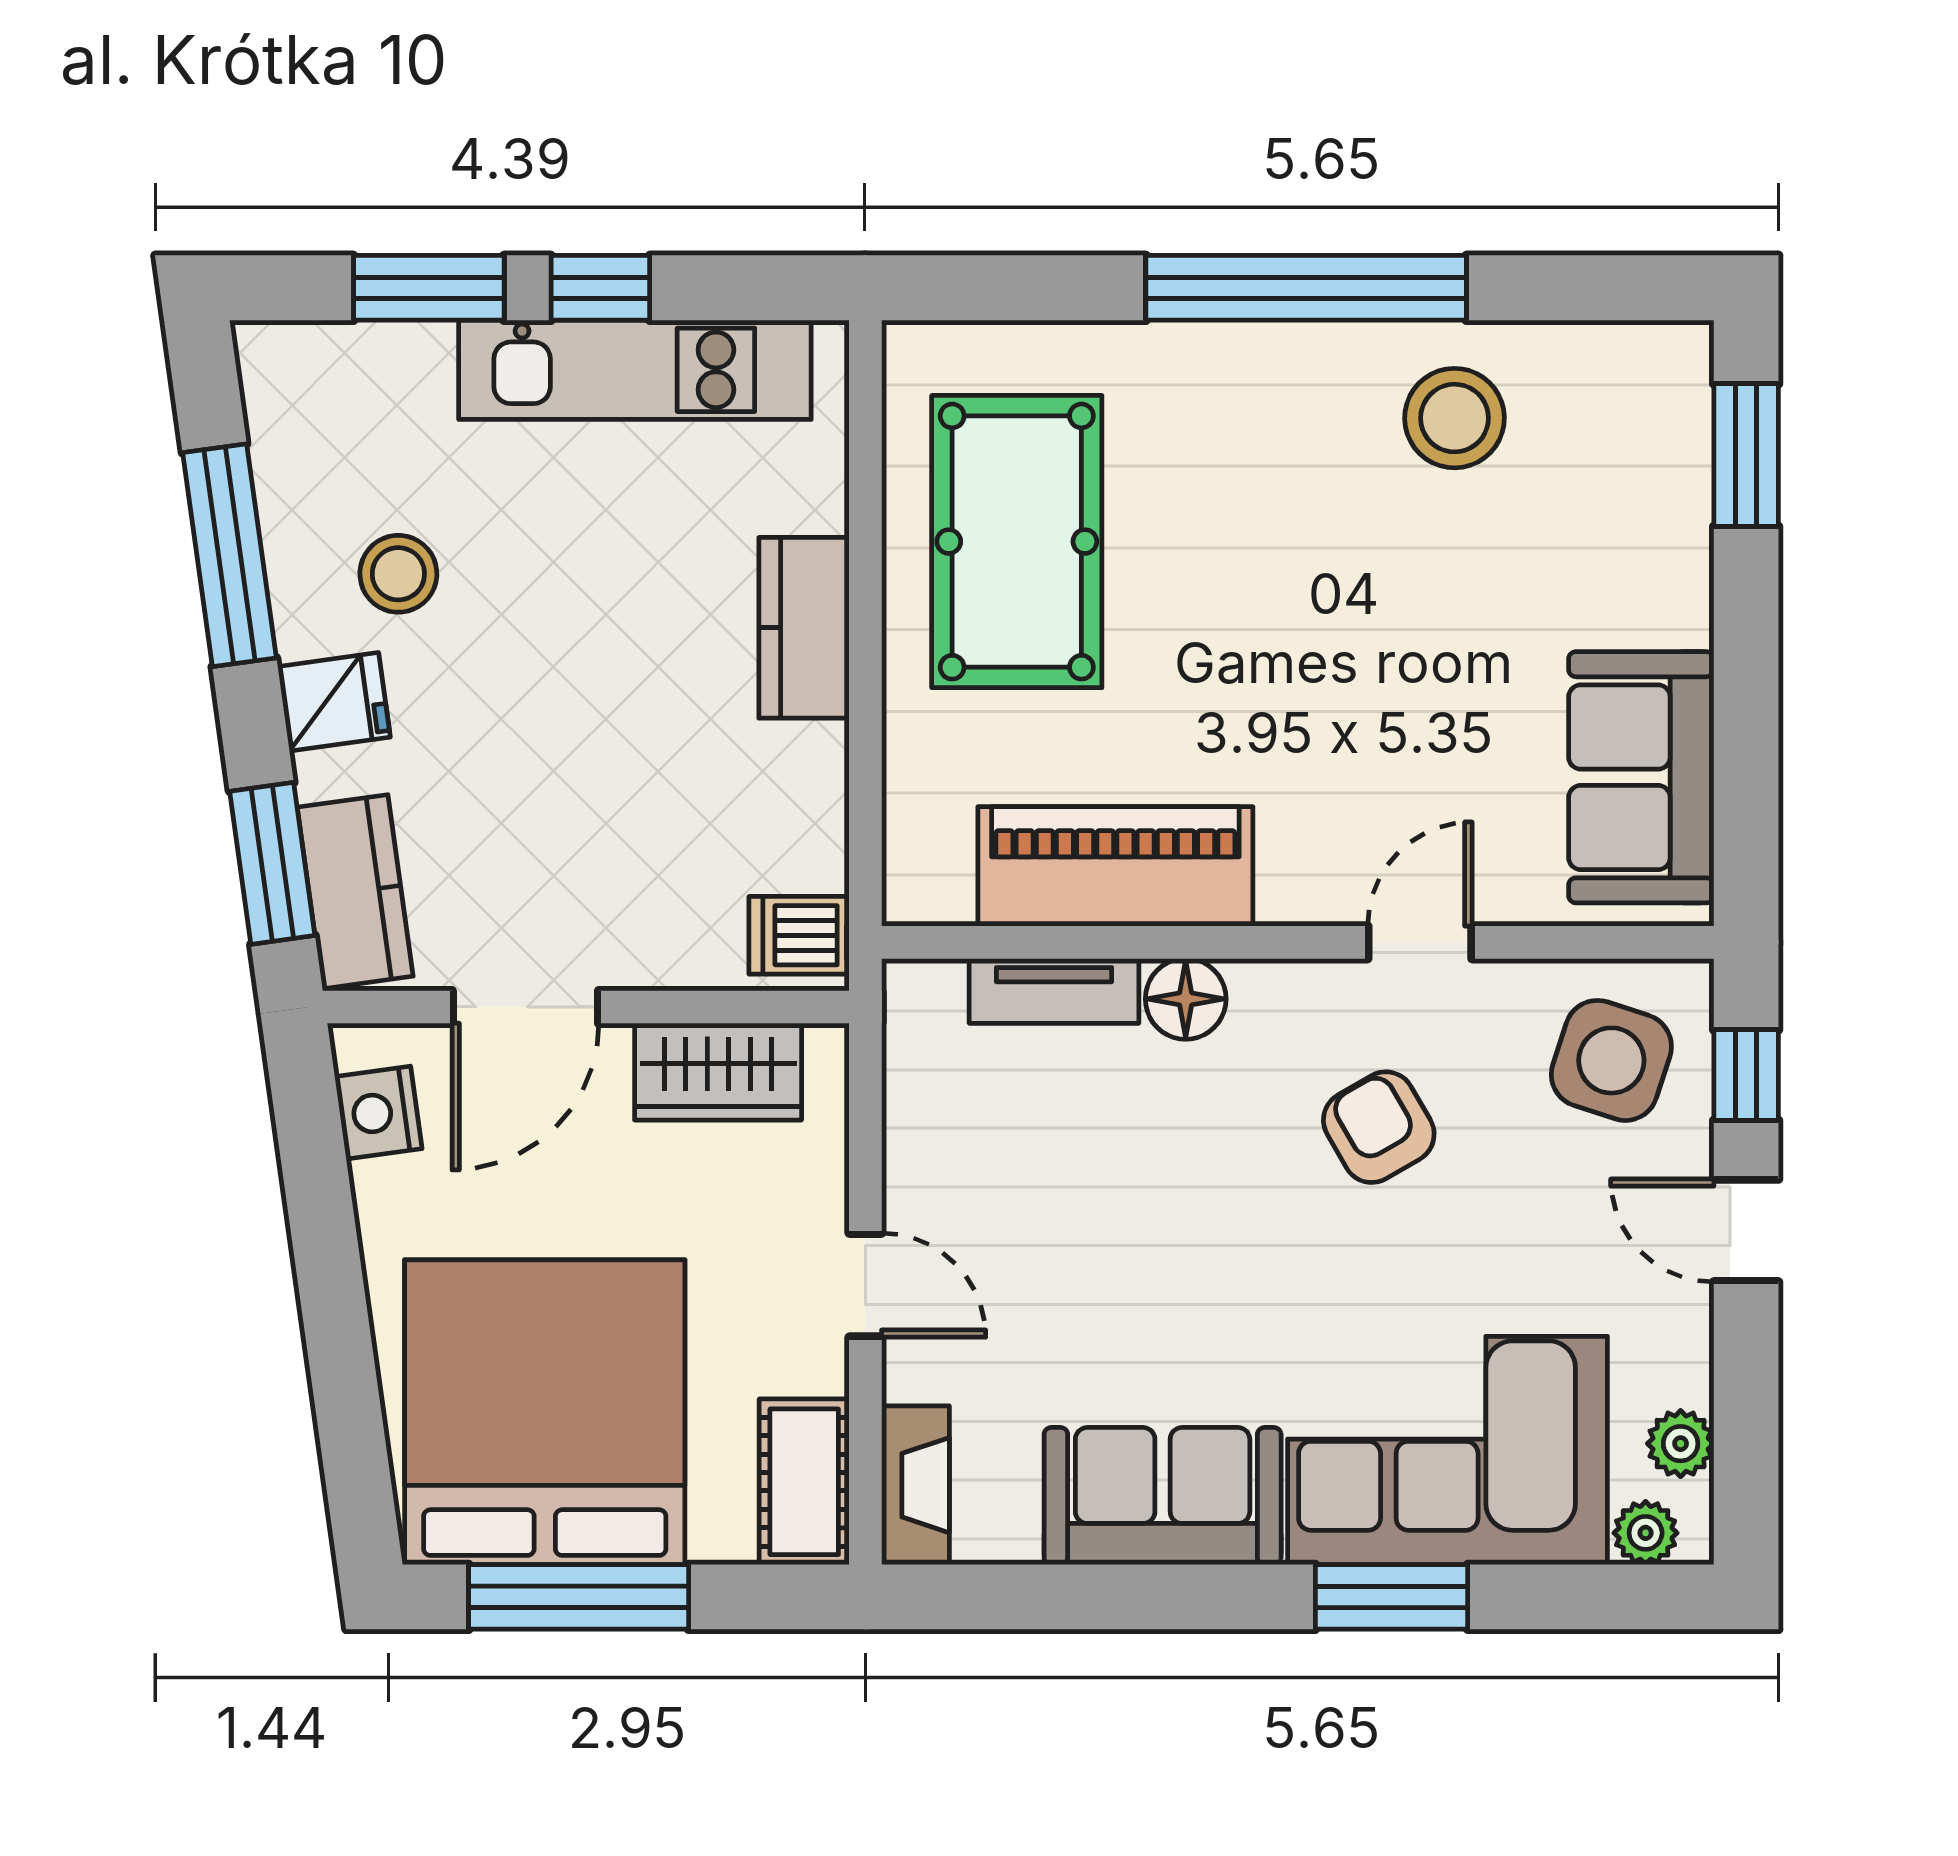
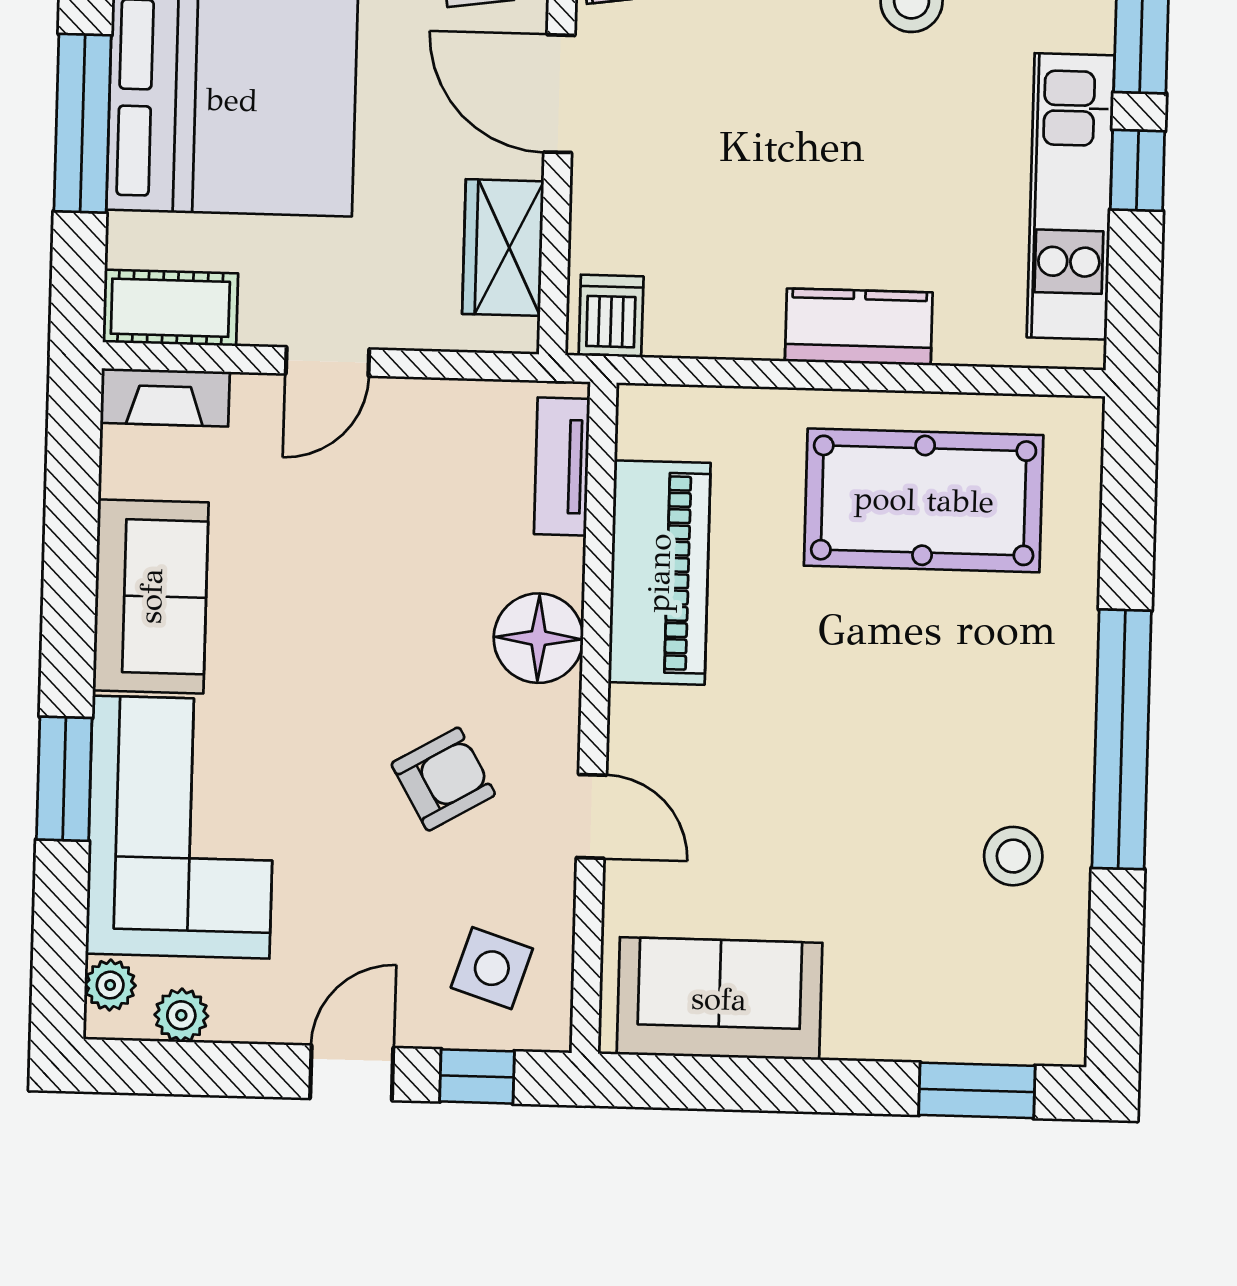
stool: (1455, 418) -> (1013, 856), width x0.73, depth x0.73
tv unit: (1054, 991) -> (562, 466), moved
floor lamp: (1186, 999) -> (538, 638), width x1.38, depth x1.38
side table: (1611, 1060) -> (492, 968), width x0.73, depth x0.73

